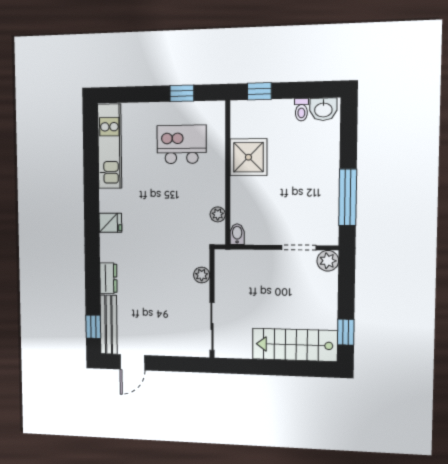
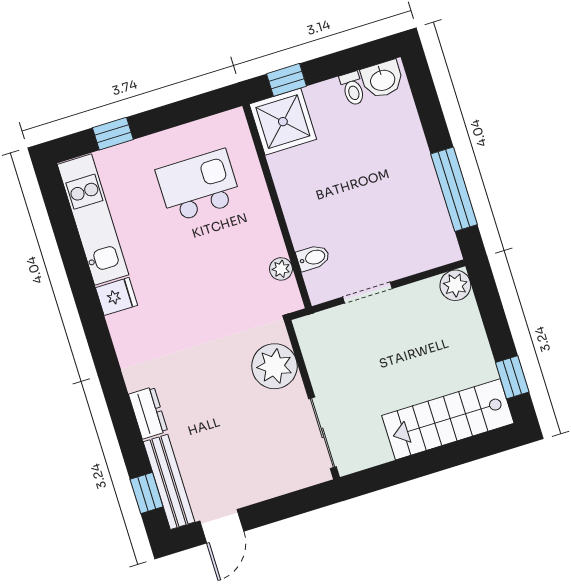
window: (182, 93) -> (113, 134), moved
shower: (248, 157) -> (283, 122), moved
fridge: (110, 223) -> (117, 296), moved
bidet: (237, 234) -> (313, 258), moved, turned 90
doorway: (299, 248) -> (367, 293), moved
plant: (202, 275) -> (274, 366), width x1.88, depth x1.88

